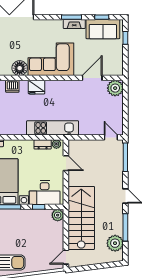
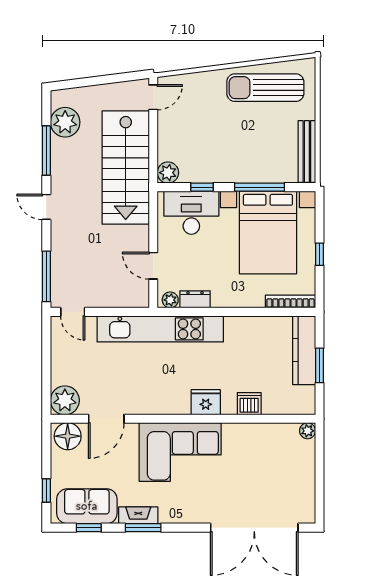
floor lamp: (20, 68) -> (68, 436), moved
kitchen unit: (53, 128) -> (160, 329), width x1.36

